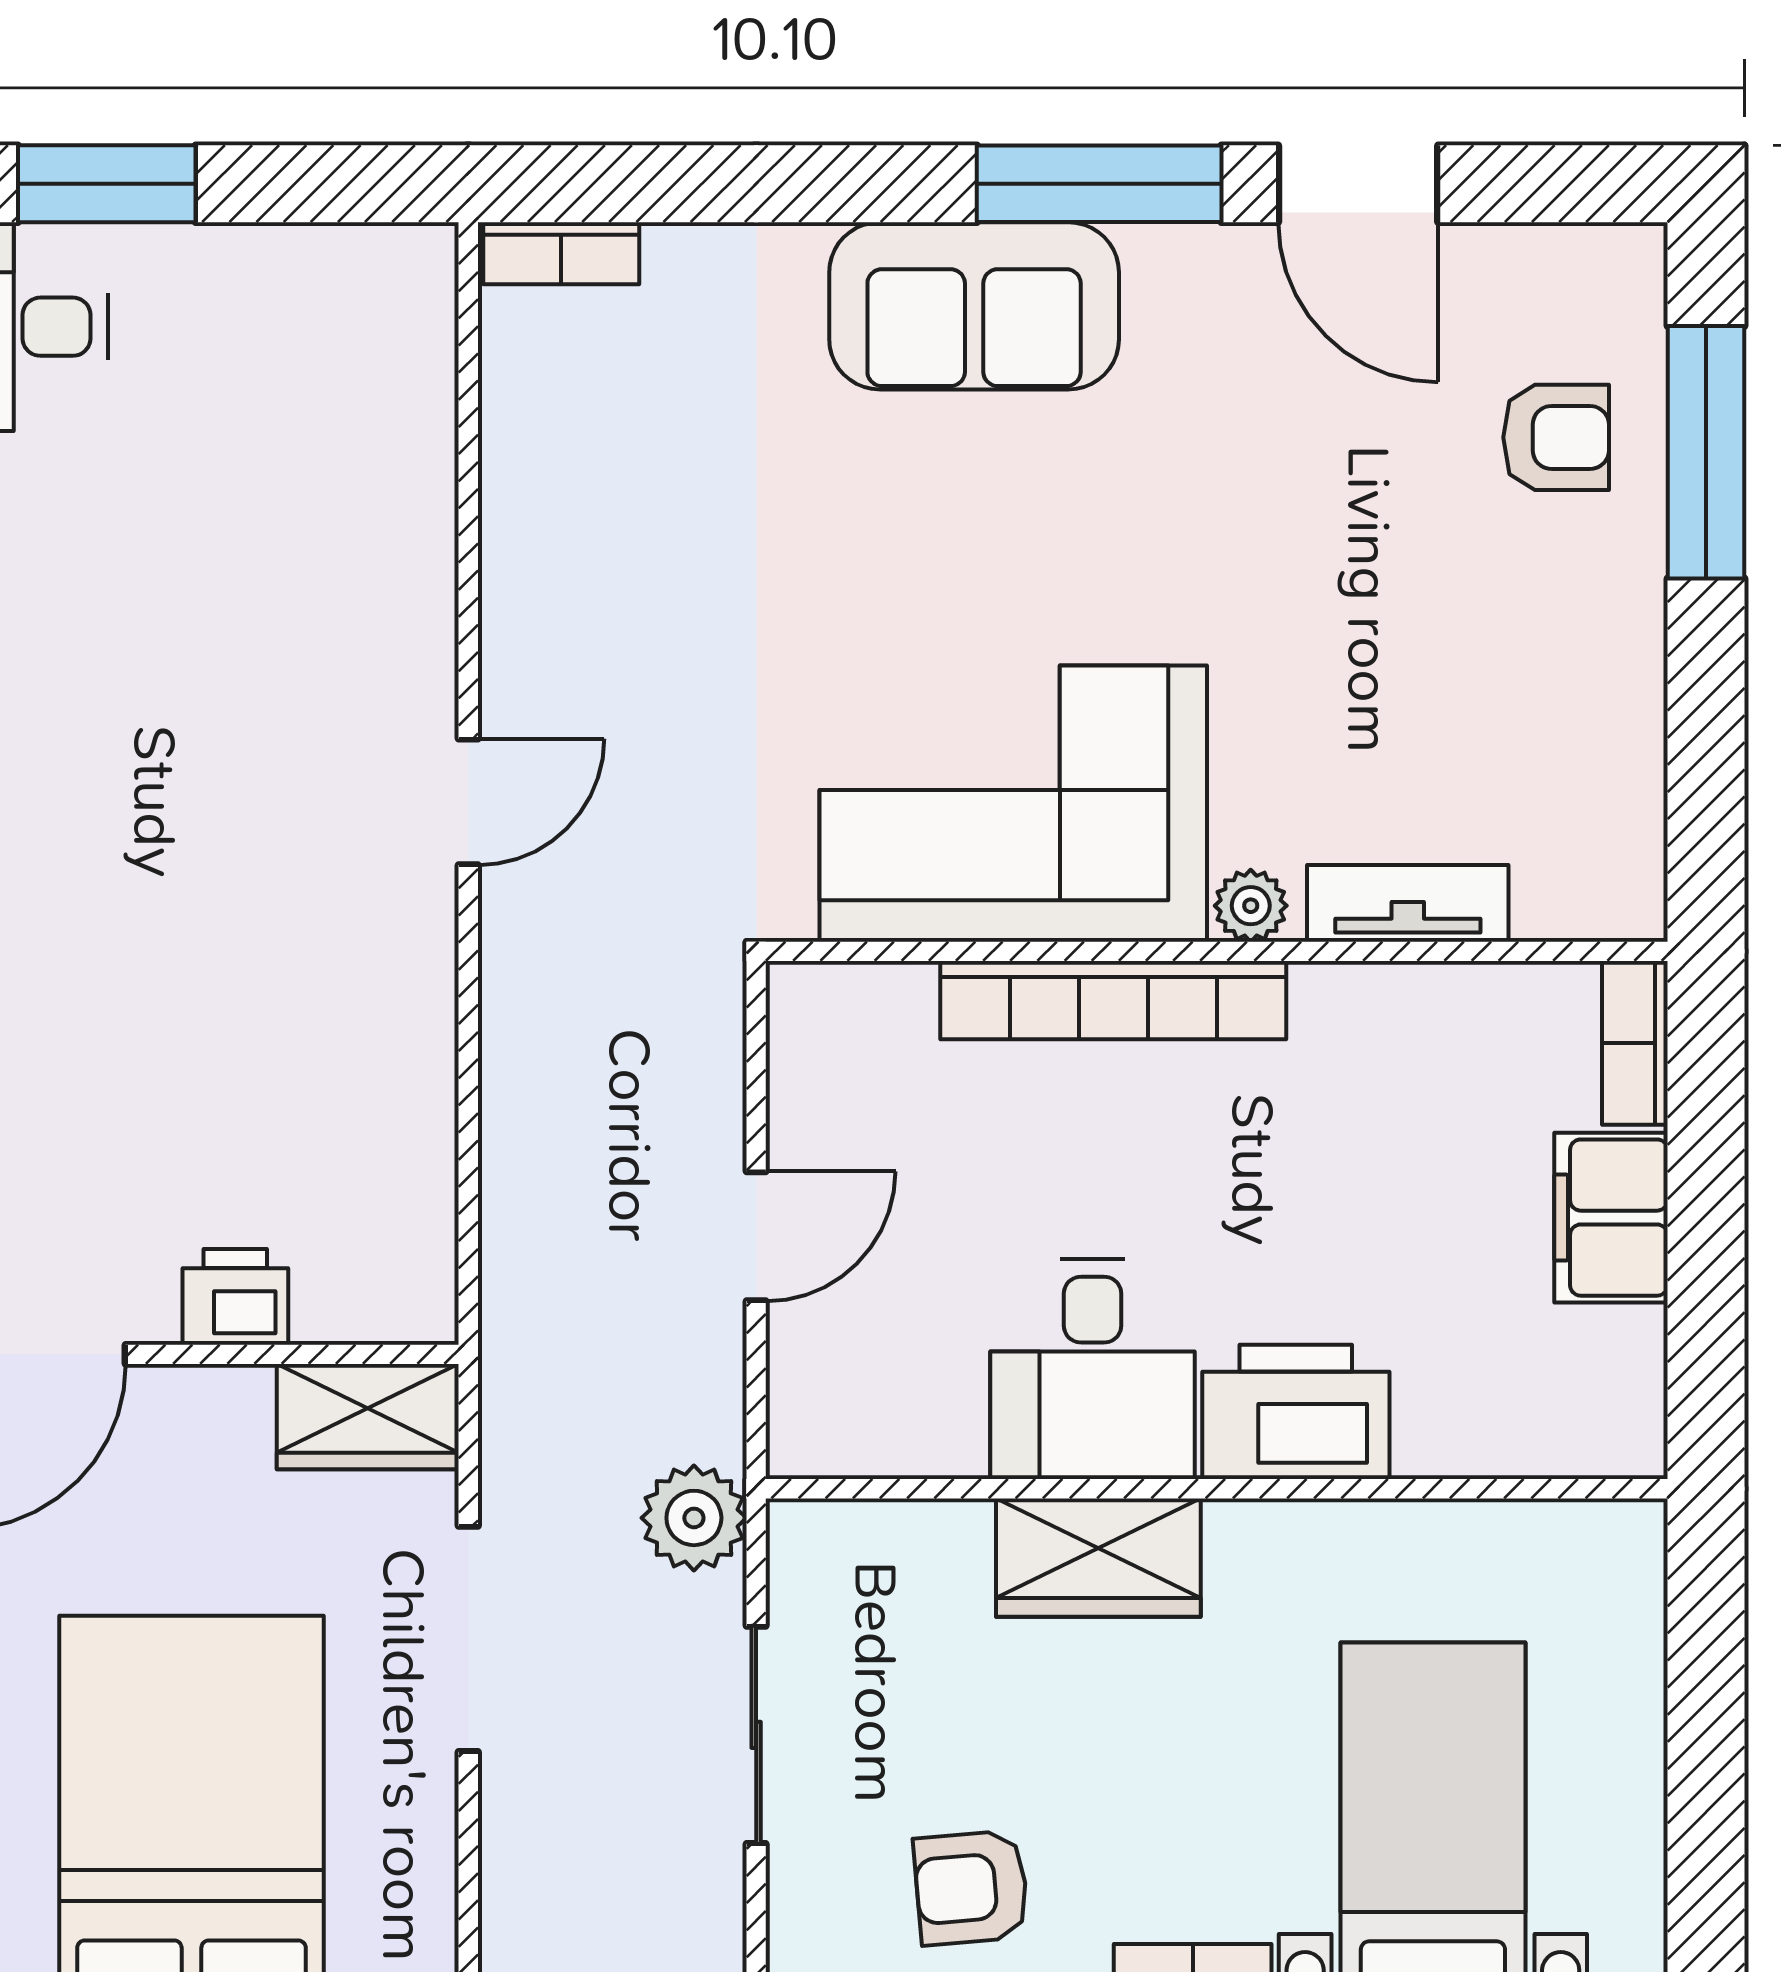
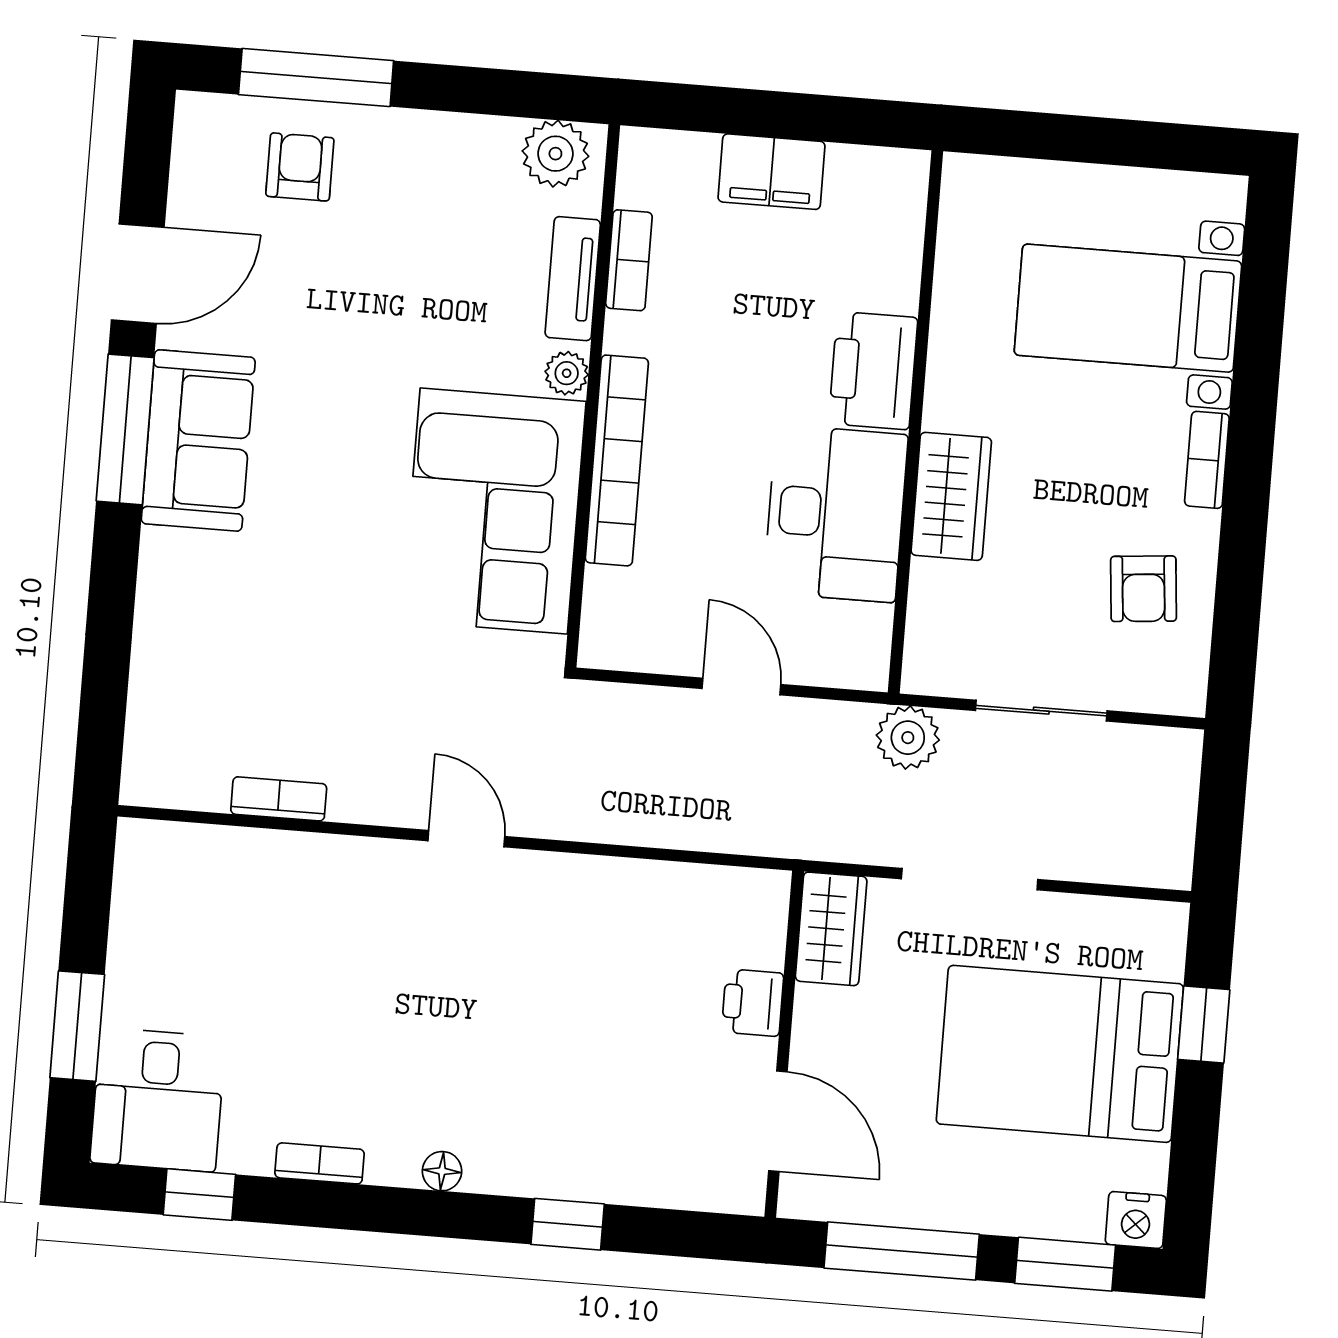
bookcase: (561, 253) -> (279, 799), moved, turned -90
sofa: (974, 306) -> (198, 440), moved
plant: (1612, 858) -> (555, 154), added
bookcase: (1635, 1043) -> (629, 260), moved, turned -90
desk: (1093, 1369) -> (836, 514), width x1.37

